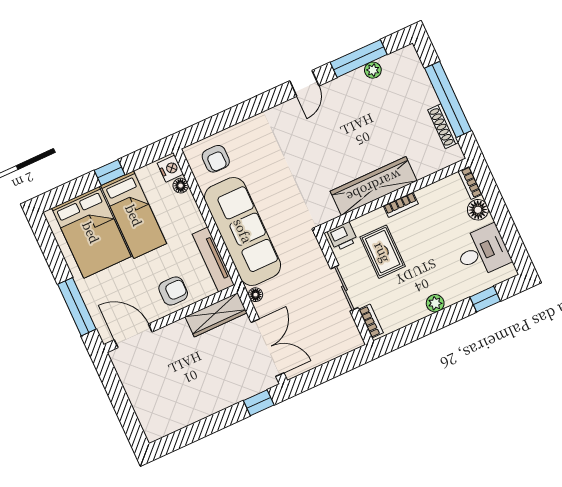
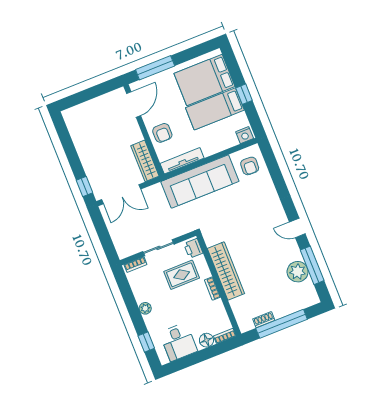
plant: (373, 70) -> (298, 272), width x1.88, depth x1.88
shoe rack: (443, 126) -> (264, 320), width x0.70
armchair: (216, 159) -> (250, 166), turned -88
floor lamp: (181, 186) -> (233, 141), removed
floor lamp: (256, 295) -> (157, 188), removed

